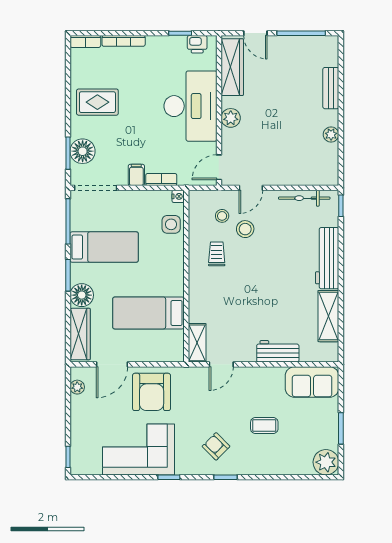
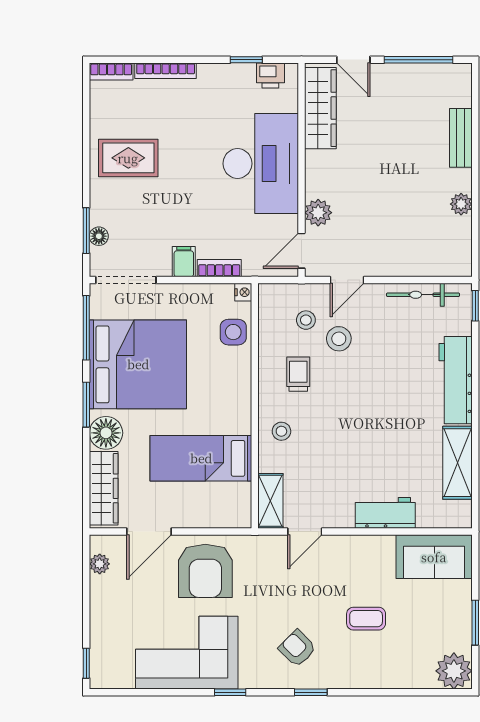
plant: (231, 118) -> (318, 213), moved
floor lamp: (83, 151) -> (99, 236), width x0.53, depth x0.53
bed: (104, 247) -> (138, 364), width x2.04
stool: (205, 294) -> (281, 431), added

